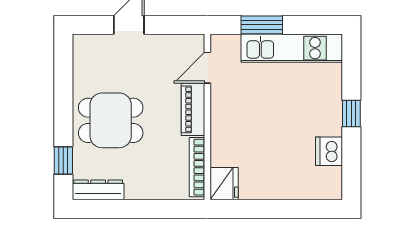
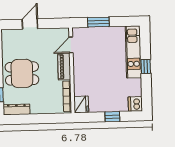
kitchen unit: (292, 48) -> (133, 52), moved, turned 90
dishwasher: (329, 151) -> (135, 104), moved
window: (284, 209) -> (112, 117), added

